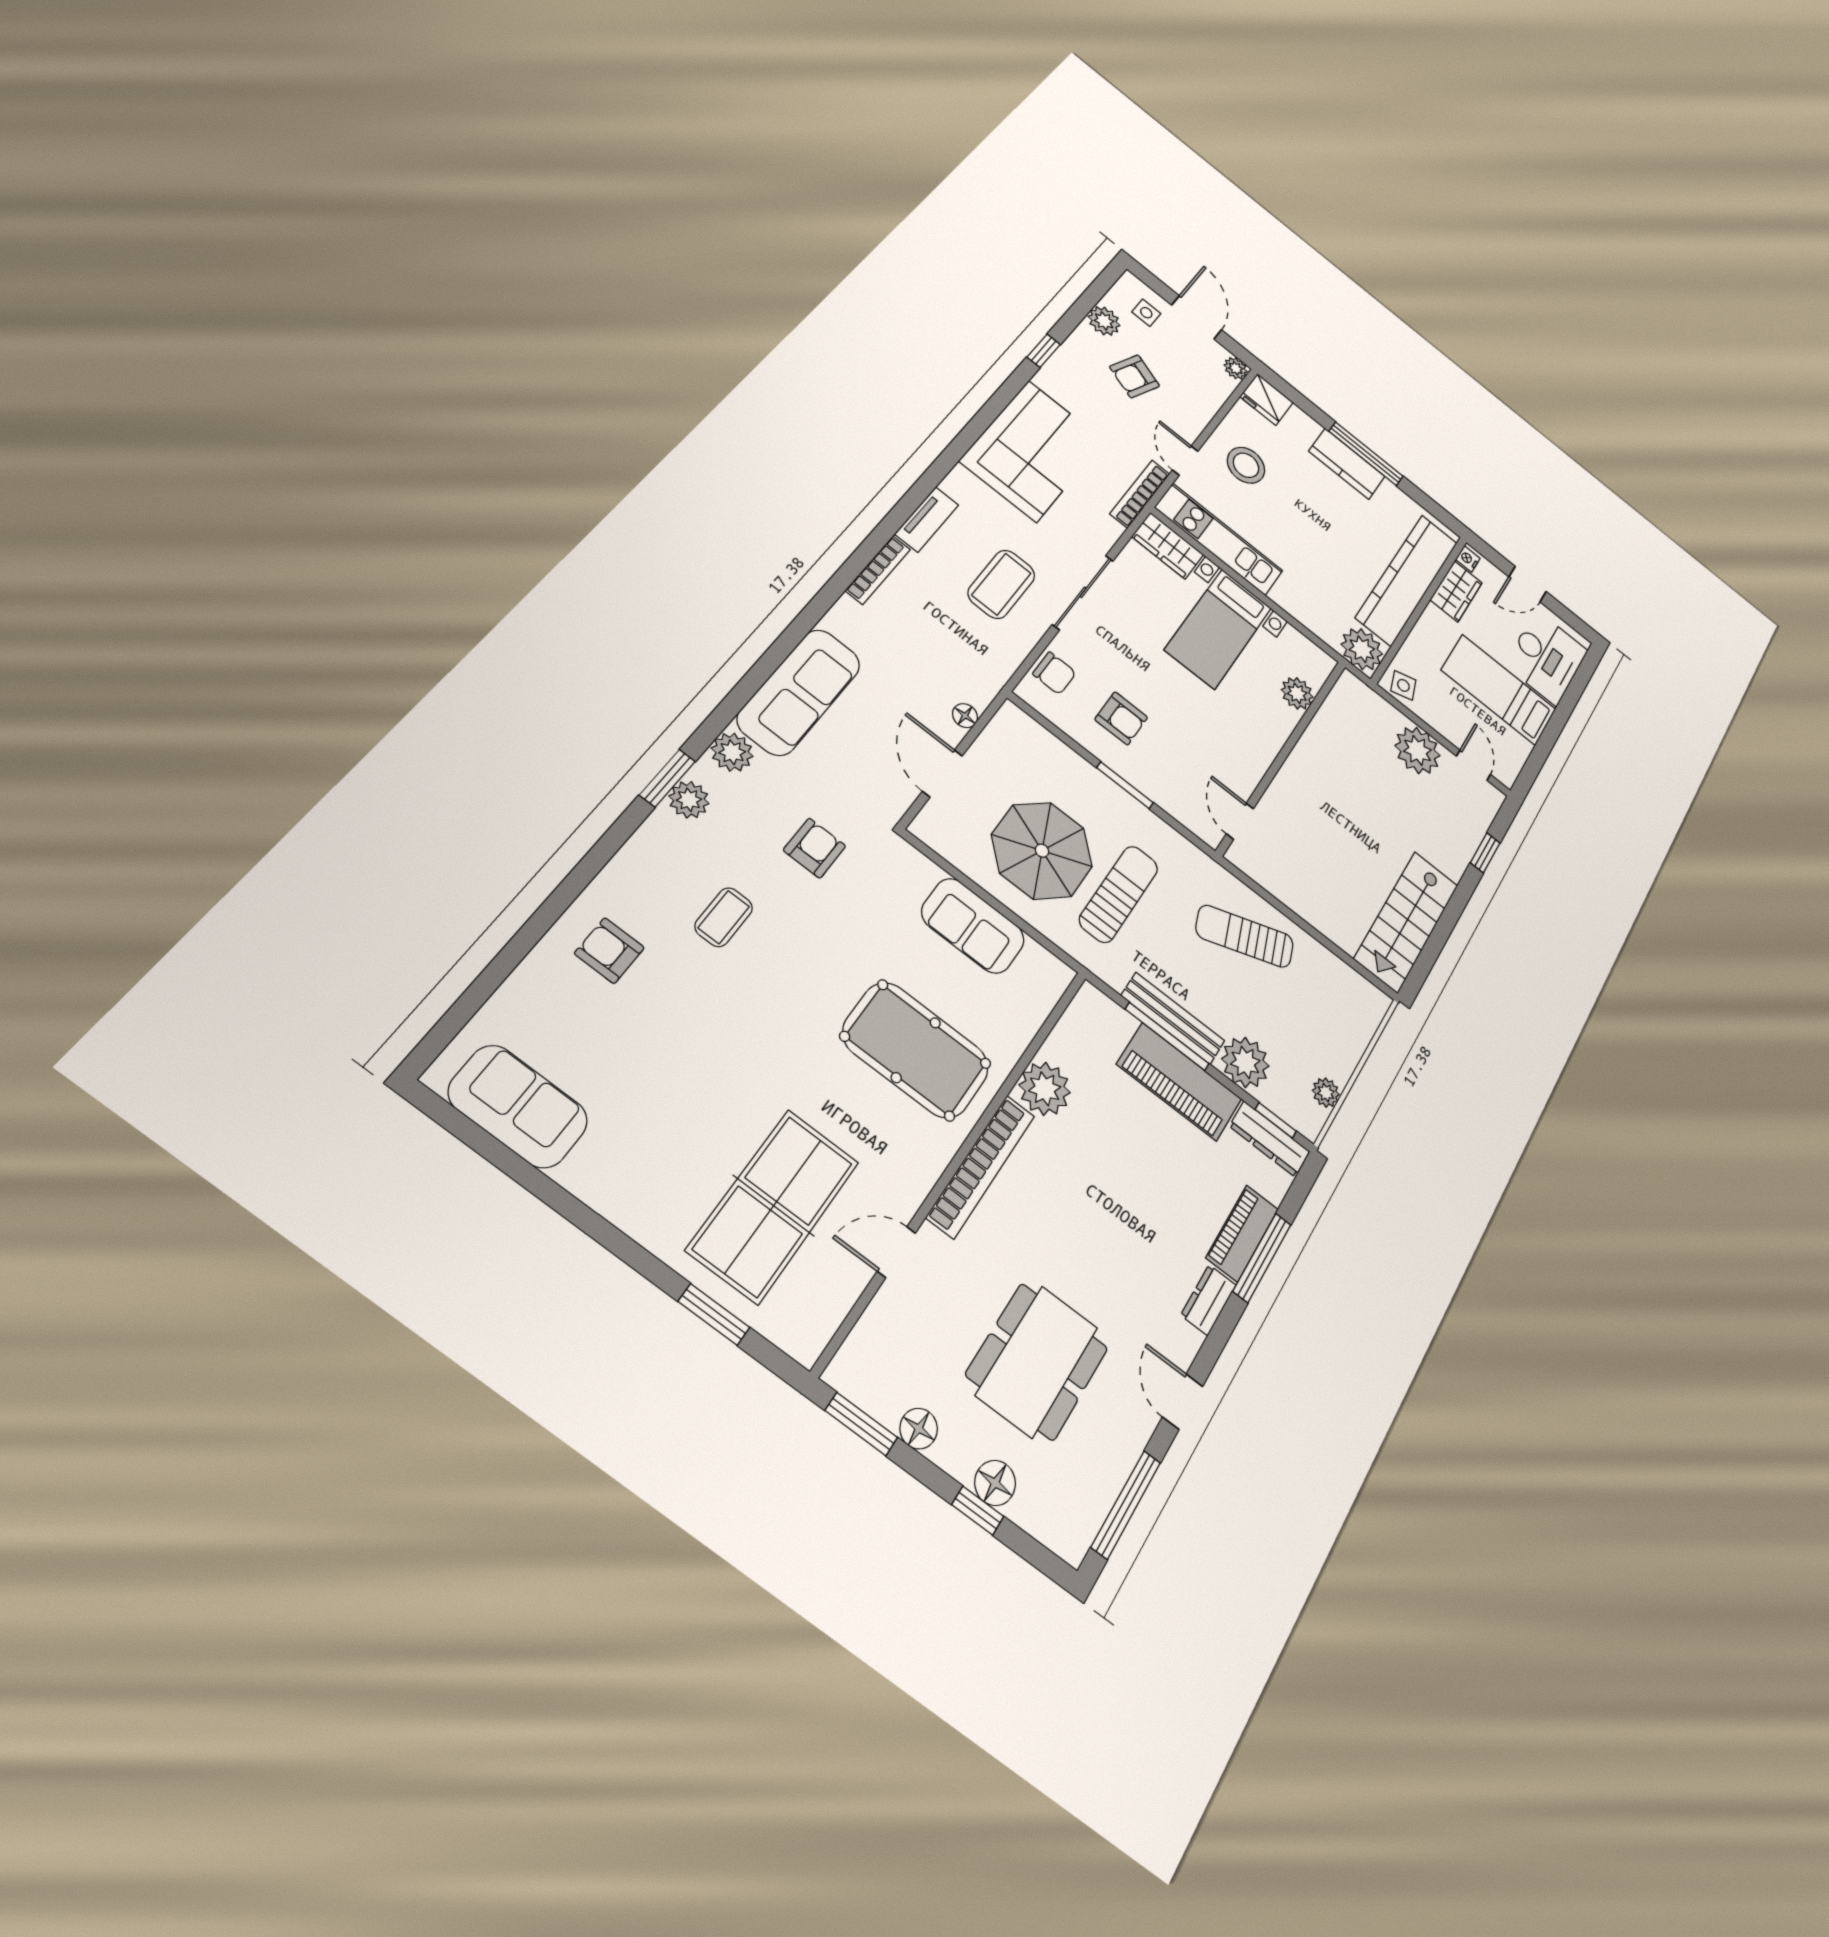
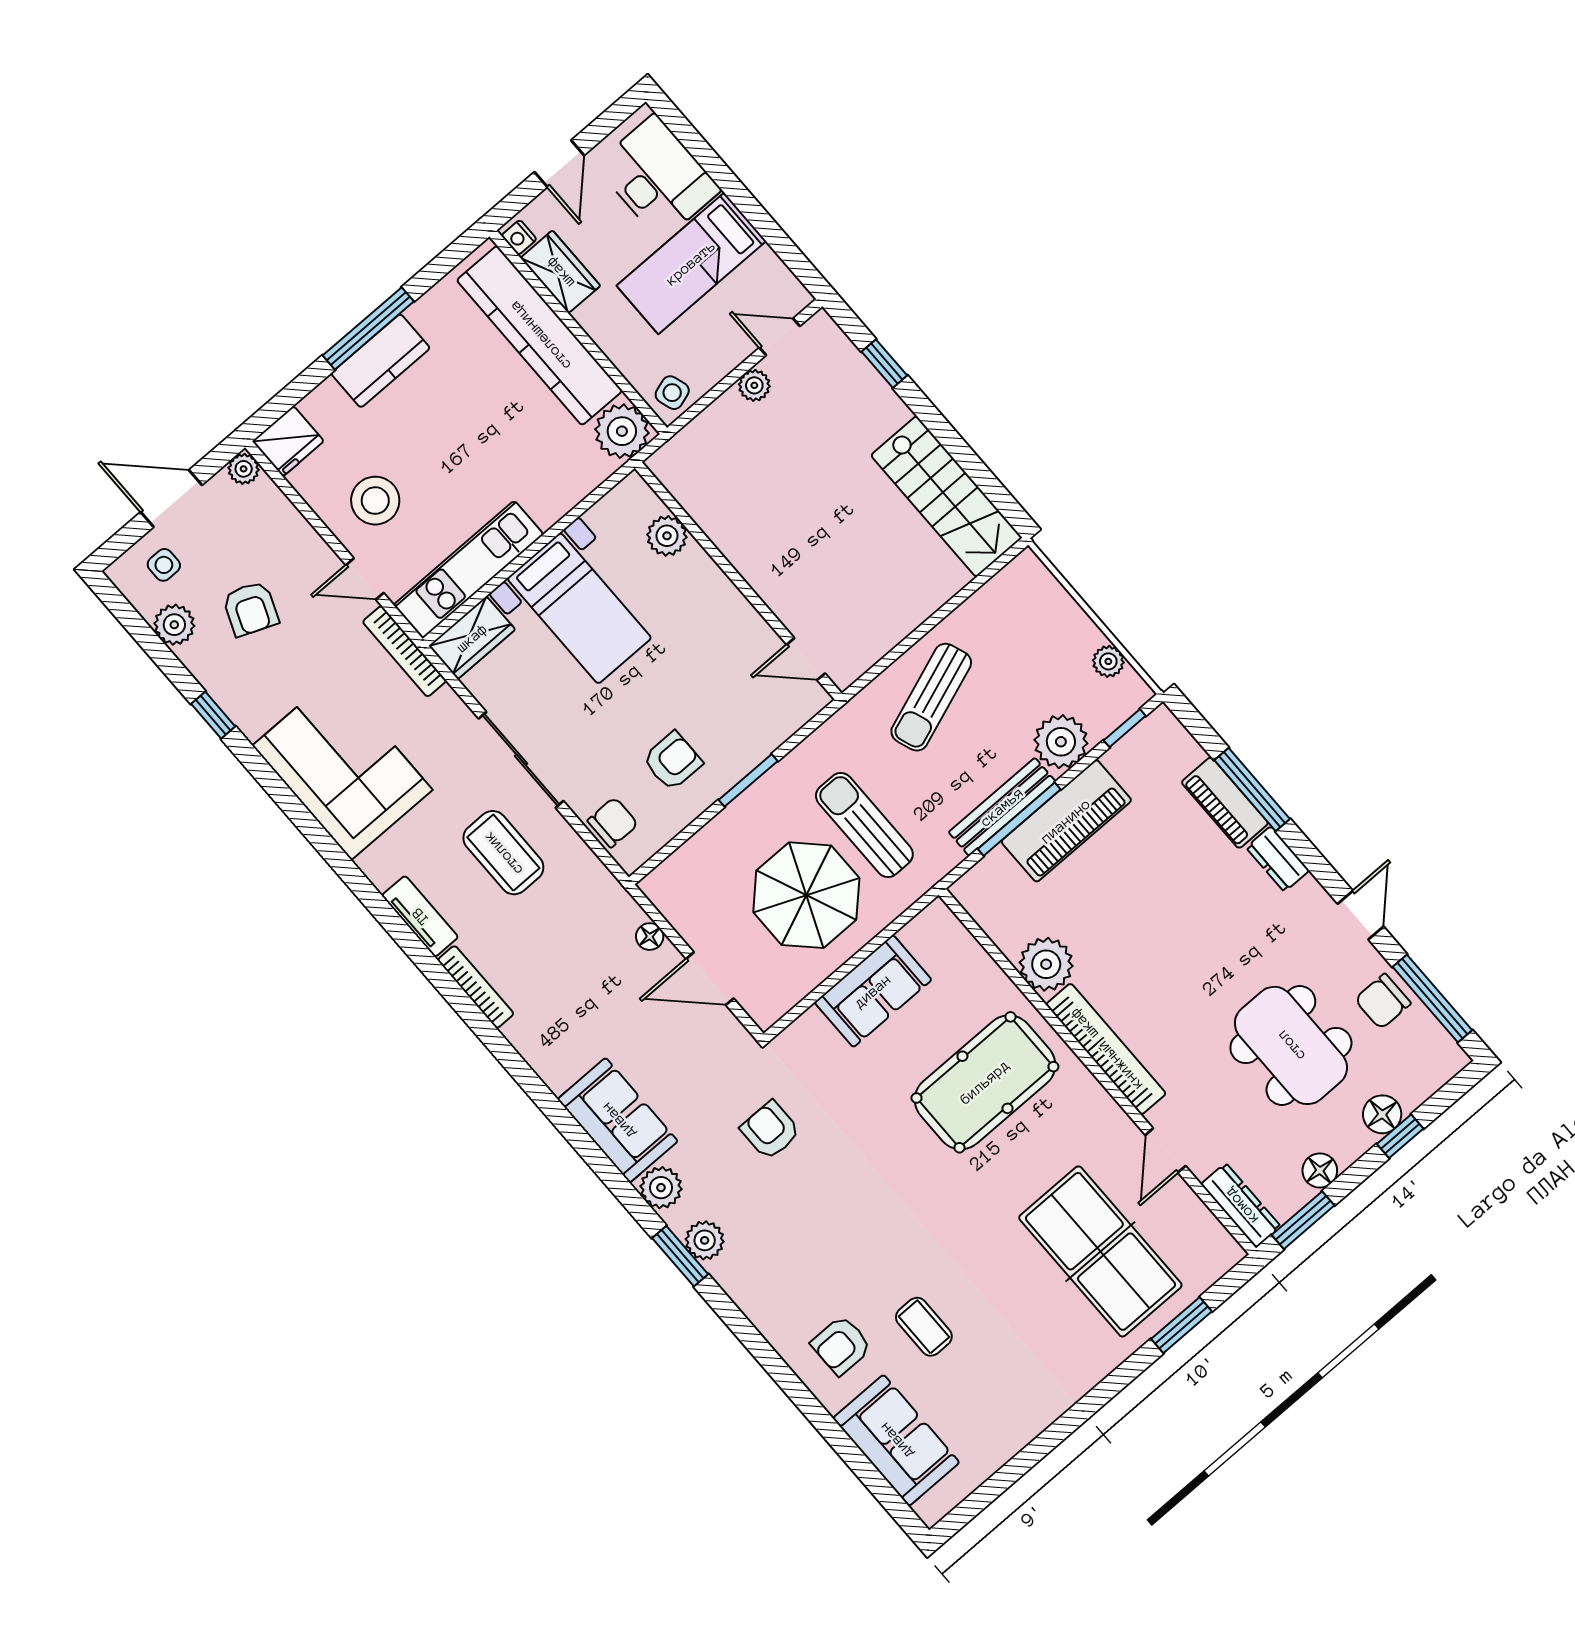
sofa: (799, 692) -> (618, 1120), width x0.73
plant: (1418, 750) -> (754, 385), width x0.53, depth x0.53
coffee table: (724, 917) -> (924, 1327), moved
sofa: (518, 1106) -> (896, 1440), moved, turned 90
dresser: (1270, 1139) -> (1241, 1205), moved, turned -90
door: (1183, 1402) -> (1361, 915), swing flipped
chair: (1108, 1450) -> (1383, 1001), added

